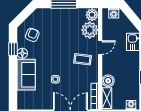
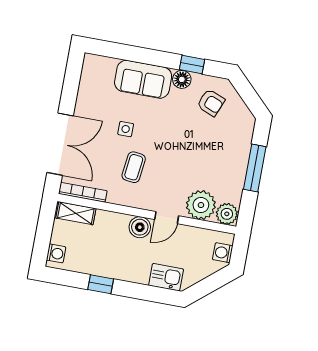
door: (100, 48) -> (167, 218), hinge flipped
coffee table: (83, 59) -> (134, 167), moved
boiler: (108, 81) -> (140, 227), moved

